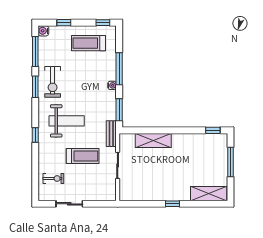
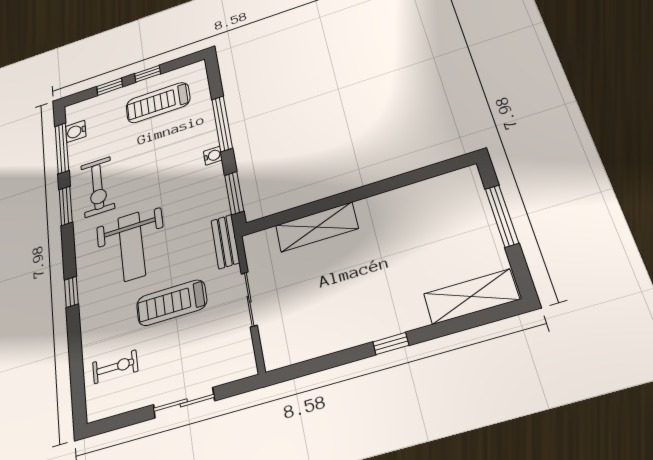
window: (103, 23) -> (148, 74), moved
water cooler: (43, 31) -> (76, 131), moved
weight bench: (67, 121) -> (132, 246), turned 90
window: (213, 130) -> (442, 168), removed
treadmill: (83, 156) -> (172, 303), turned 180
sliding door: (69, 204) -> (184, 403), moved

